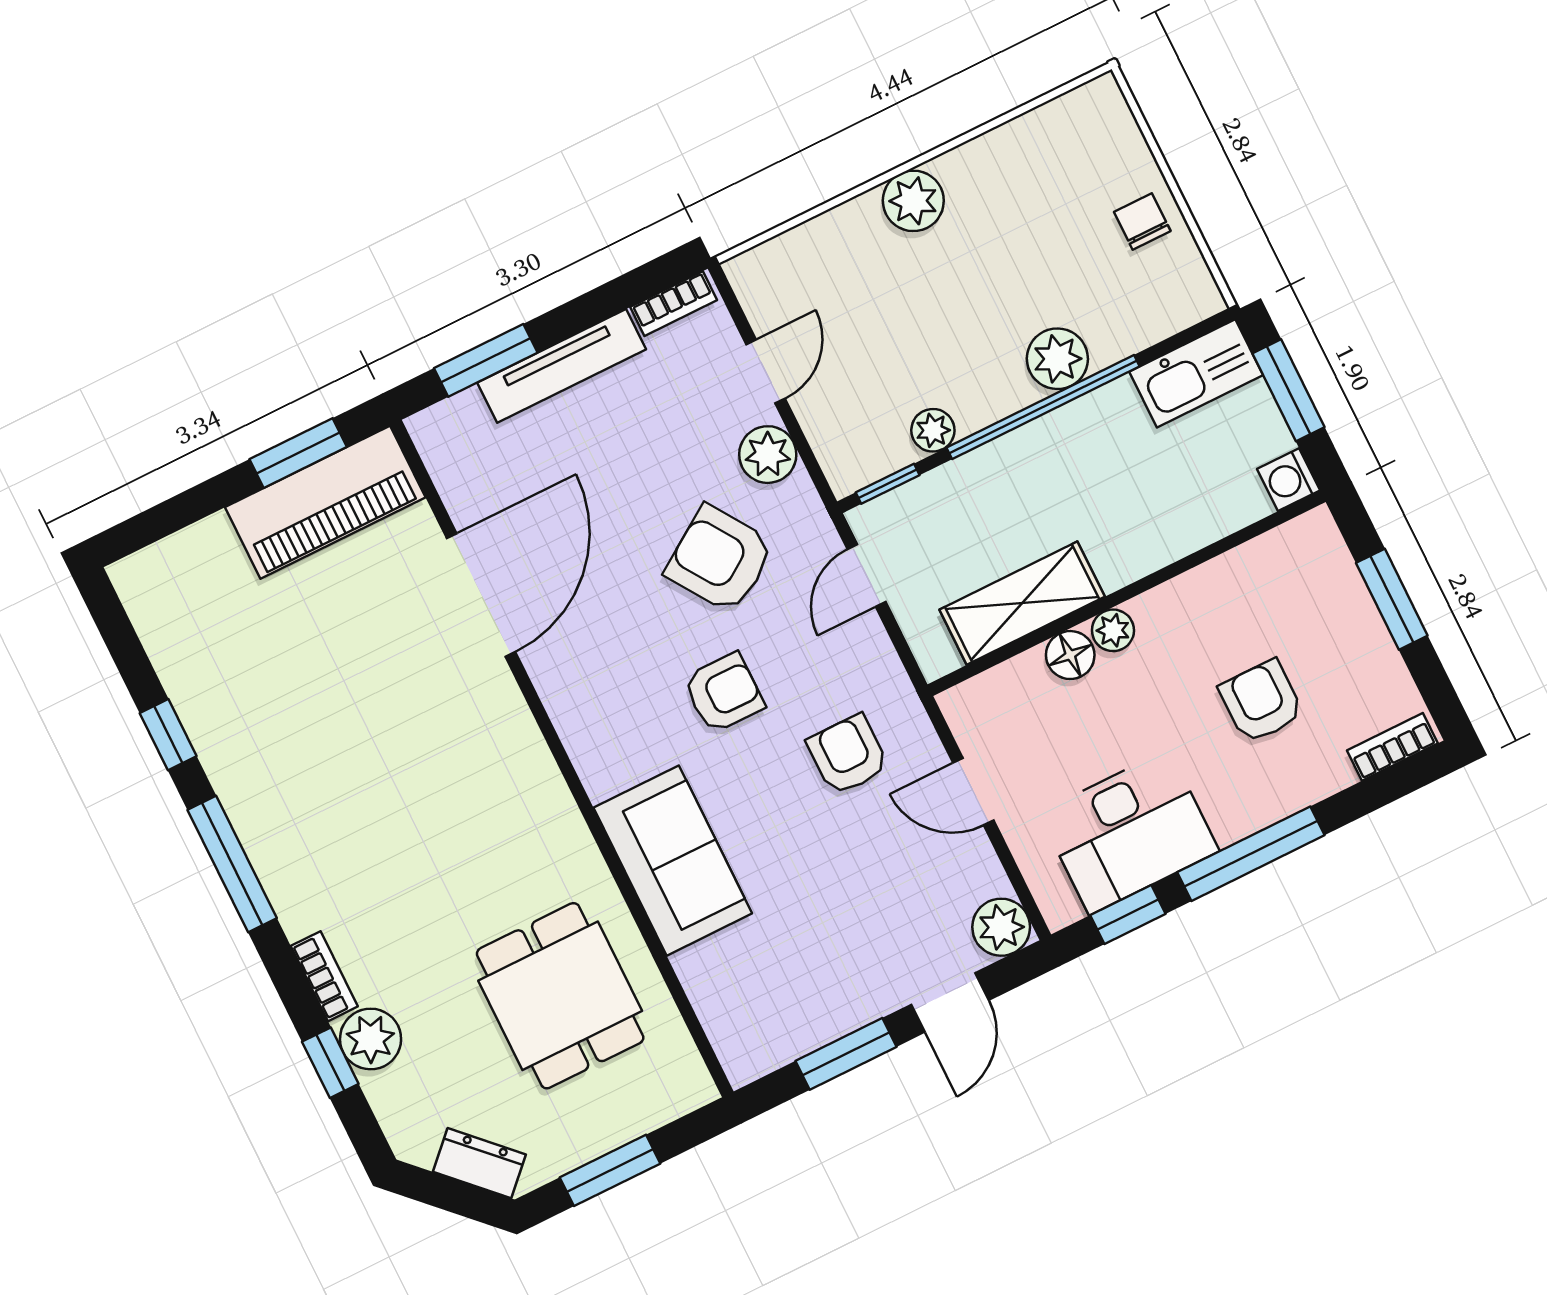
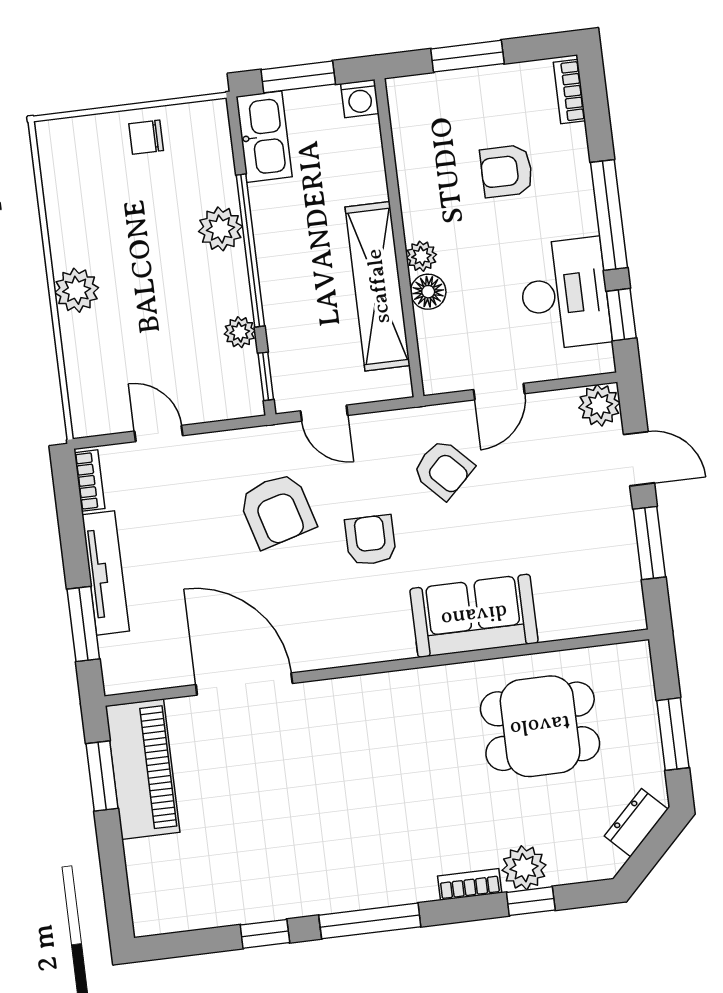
plant: (768, 455) -> (217, 452), removed
armchair: (720, 559) -> (277, 510), turned -72
shelving: (1022, 603) -> (378, 286), width x1.47
armchair: (848, 755) -> (443, 469), turned -134

